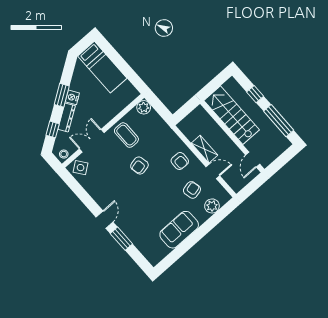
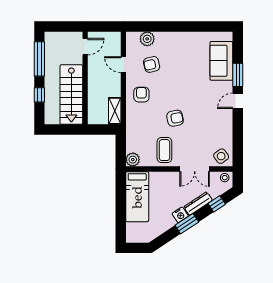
bed: (102, 67) -> (137, 197), moved, turned 180
shelving: (205, 149) -> (115, 111), moved
sofa: (179, 230) -> (221, 61), moved, turned 90

